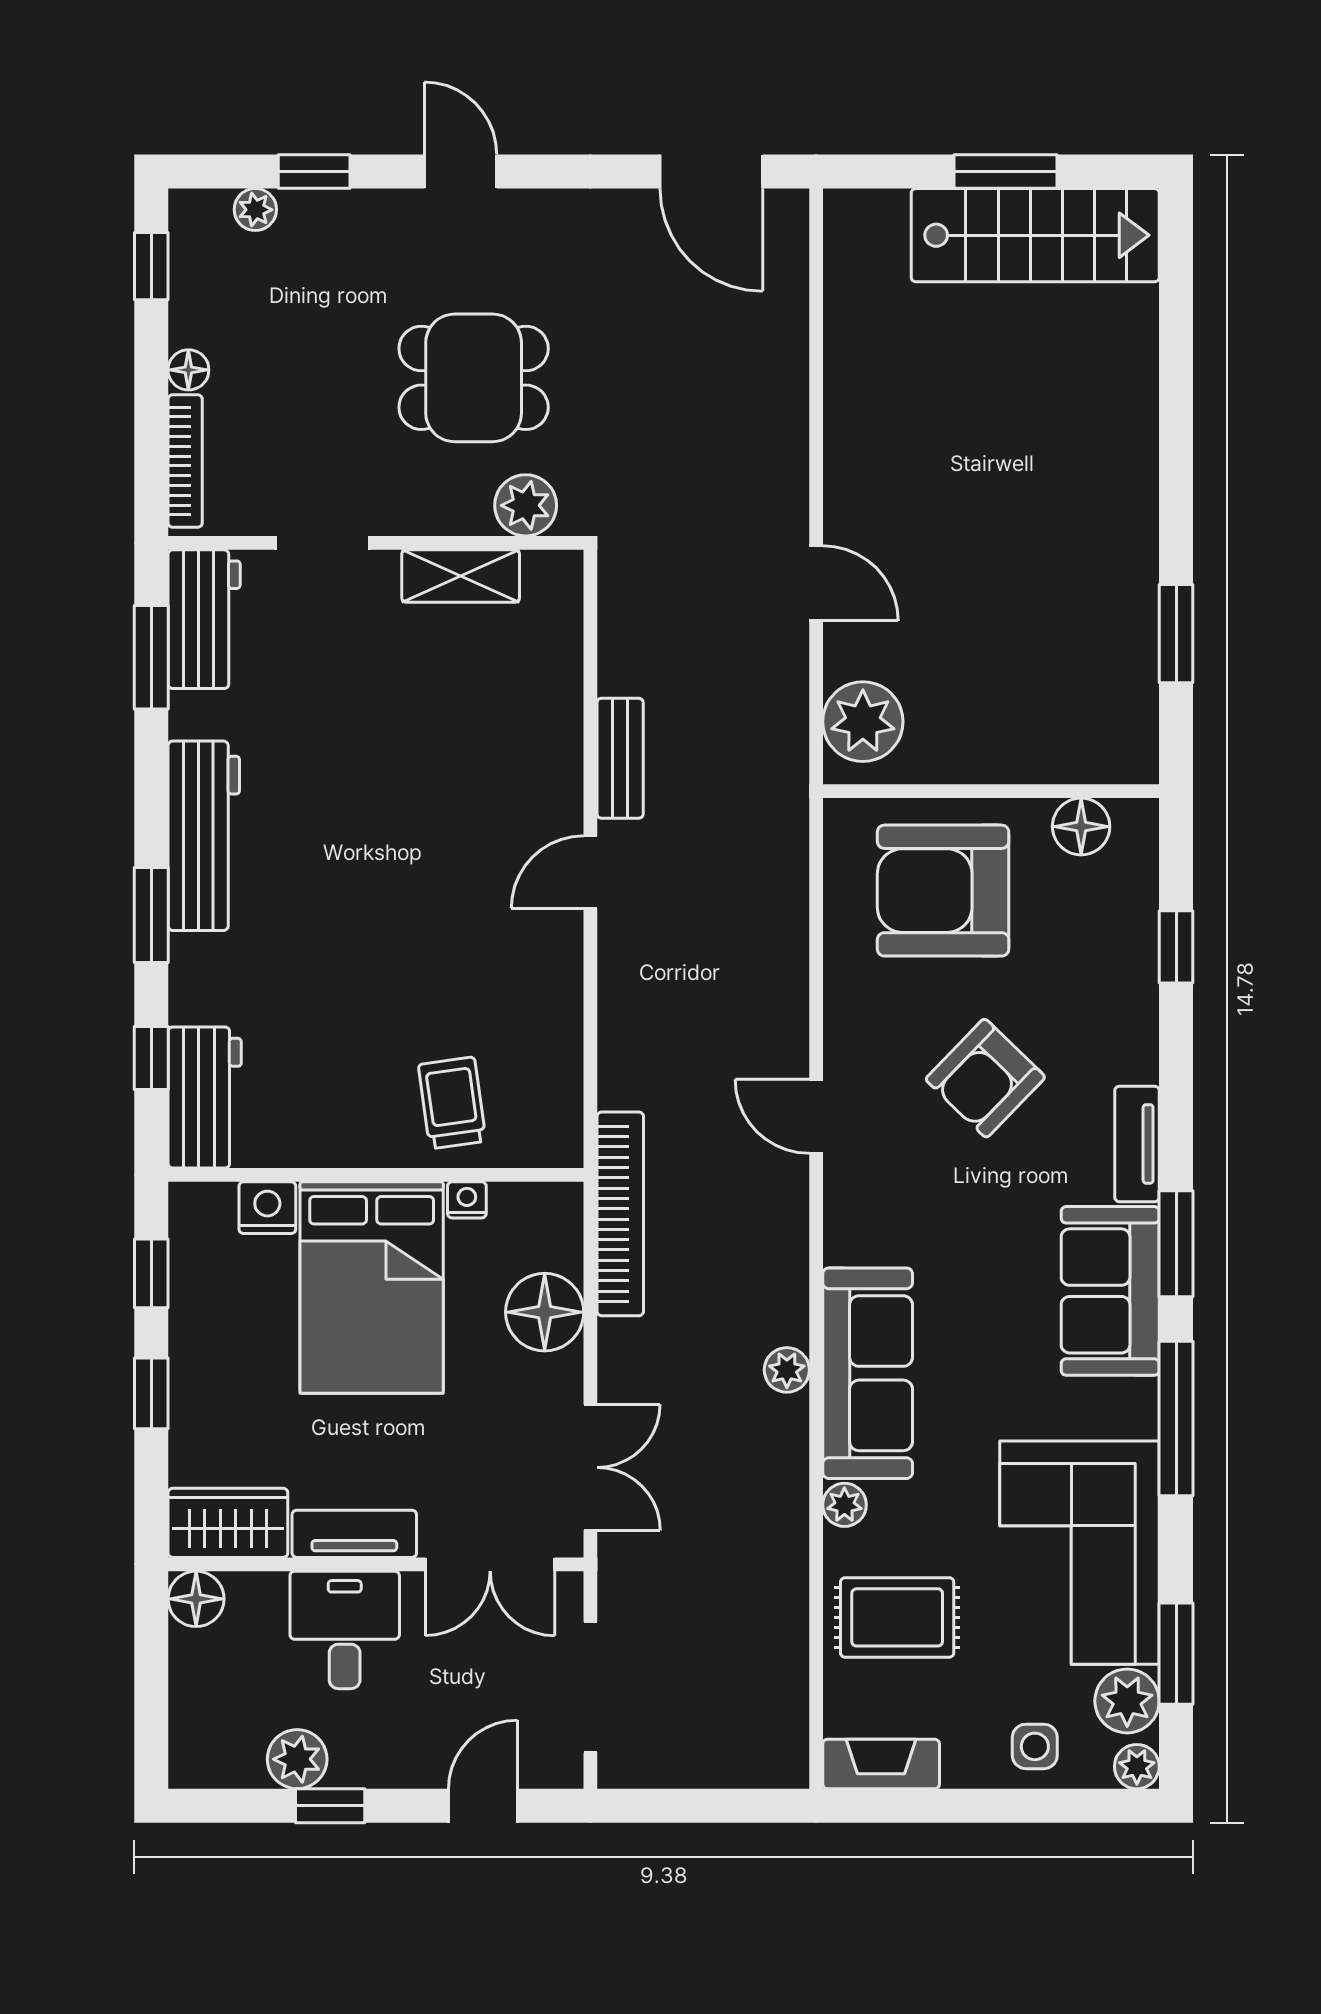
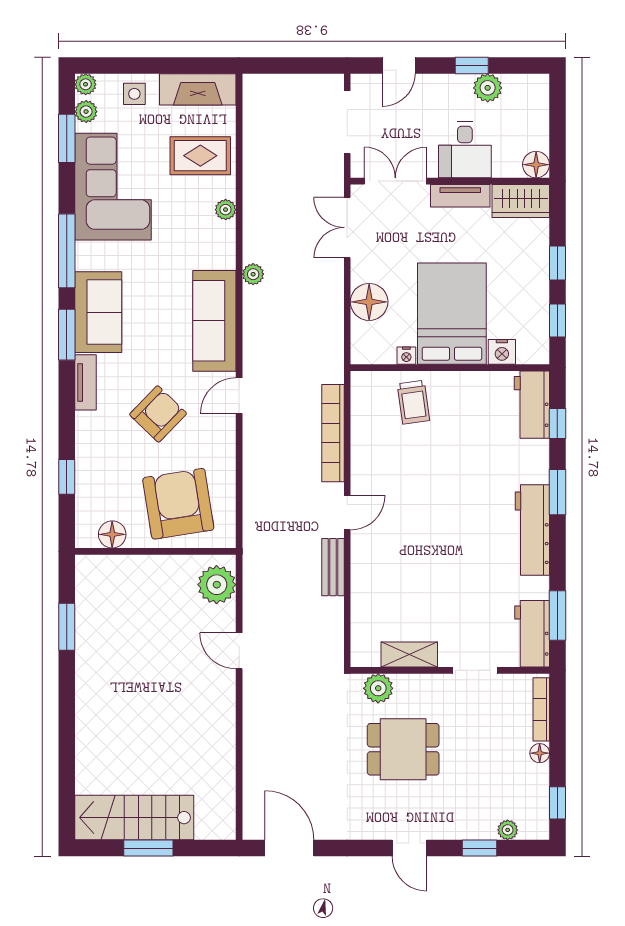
armchair: (943, 891) -> (178, 504), turned -99
door: (816, 1116) -> (239, 396), swing flipped
bookcase: (620, 1214) -> (333, 433), moved
sofa: (868, 1373) -> (214, 321), moved
plant: (1127, 1701) -> (86, 112), width x0.73, depth x0.73
fireplace: (881, 1764) -> (198, 89), width x1.37, depth x1.32

